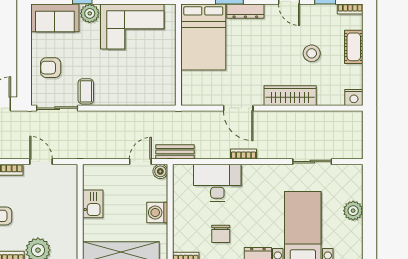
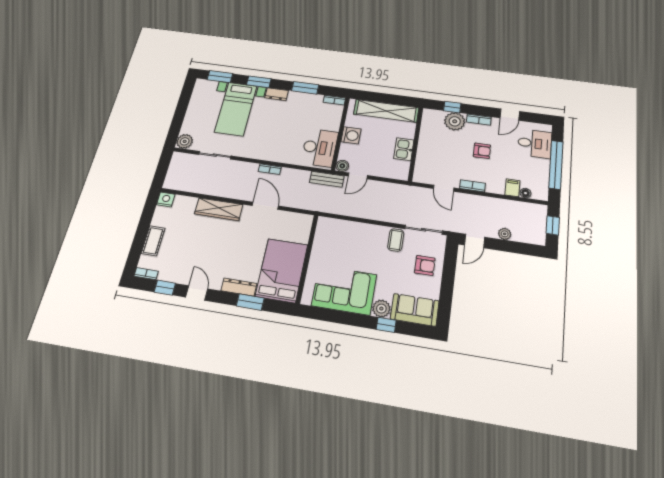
stool: (312, 53) -> (191, 241), removed
desk: (217, 183) -> (320, 148), moved, turned -90
plant: (353, 211) -> (185, 141), moved
chair: (221, 234) -> (303, 113), removed

